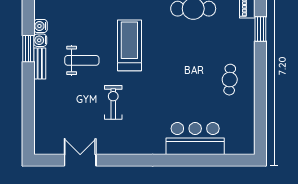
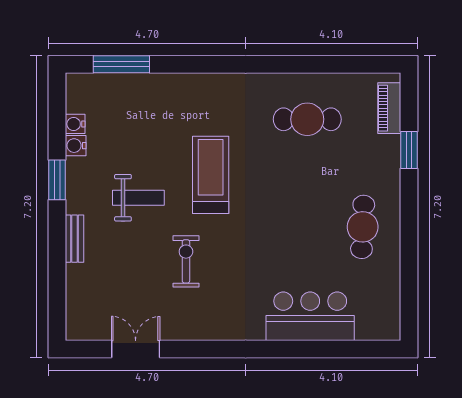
water cooler: (40, 40) -> (75, 124), moved
bench: (40, 63) -> (74, 239), moved
cafe table: (230, 80) -> (363, 227), width x1.37, depth x1.35

